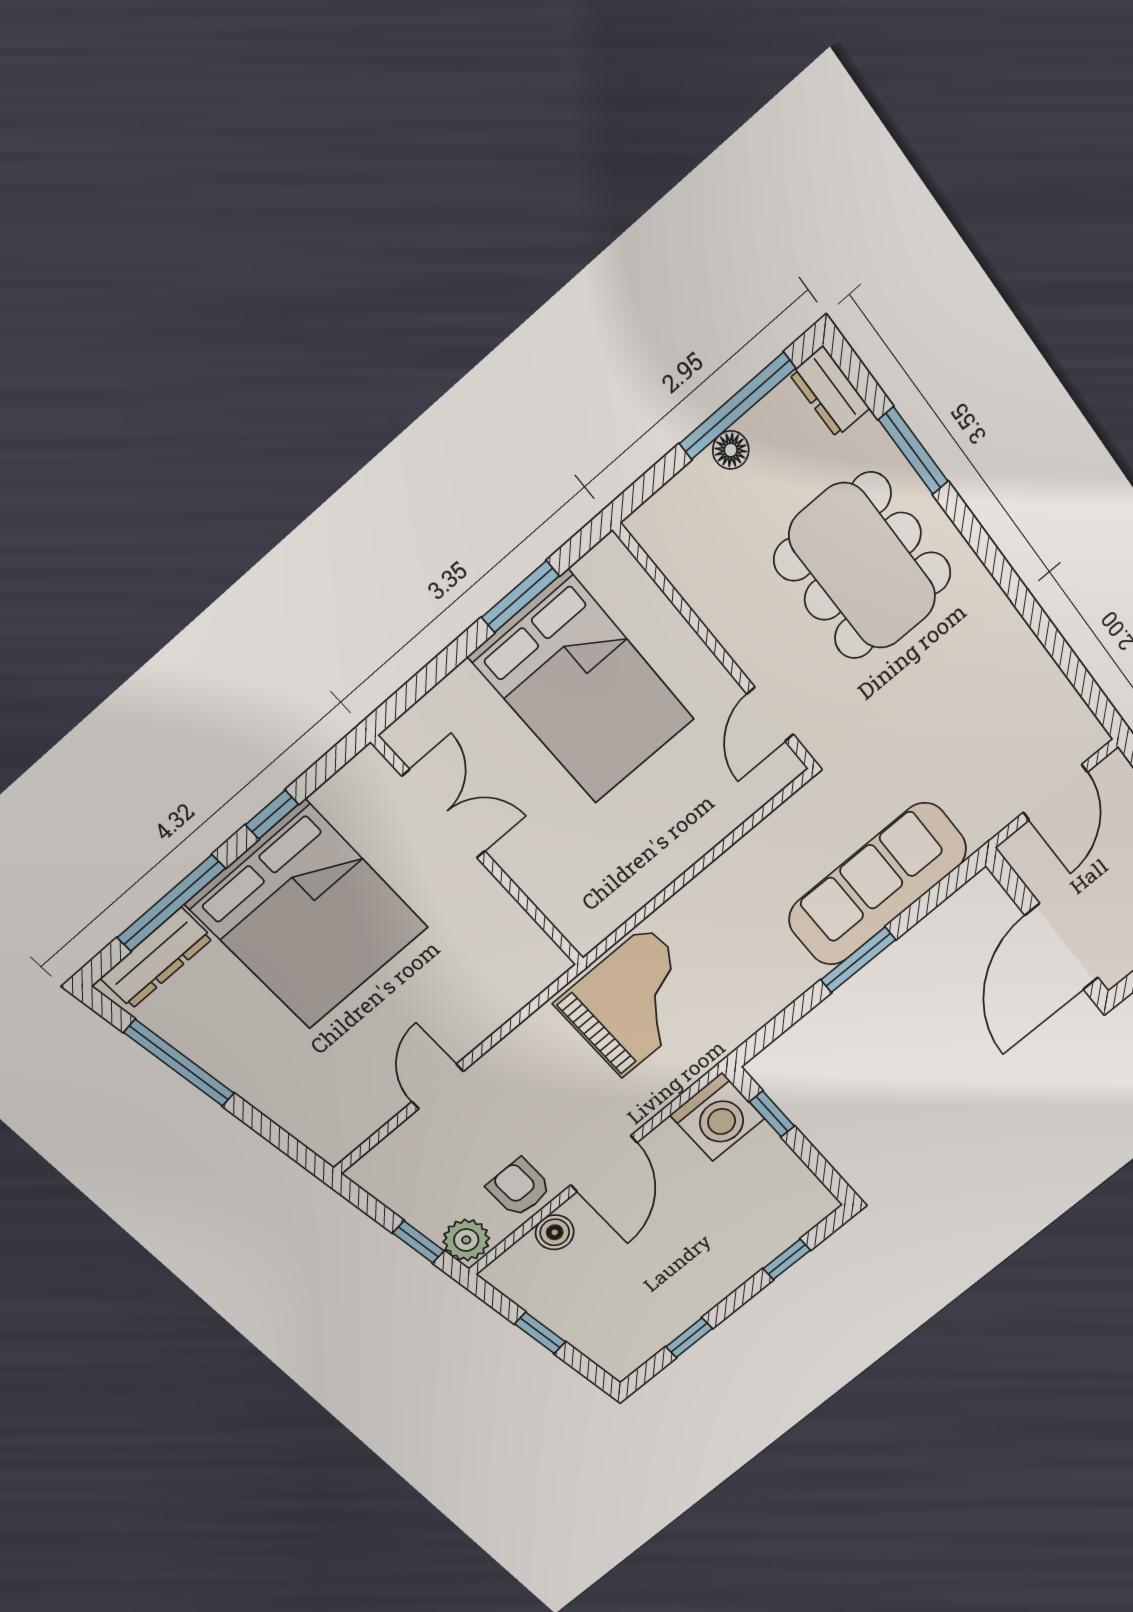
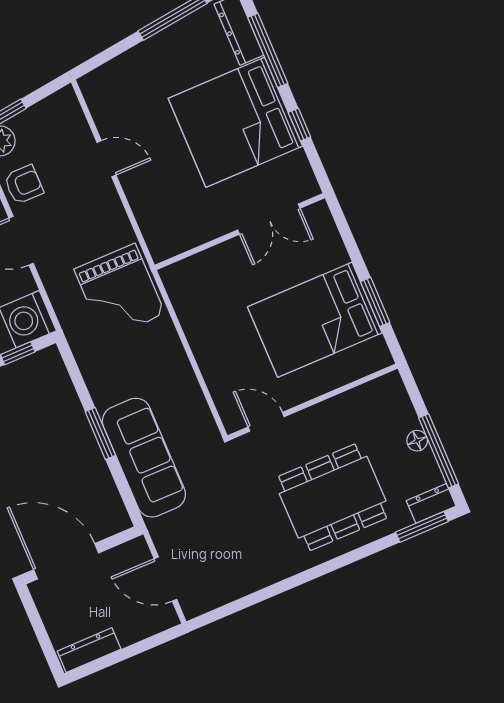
window: (913, 451) -> (422, 527), moved

